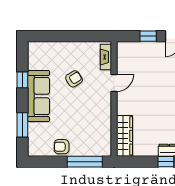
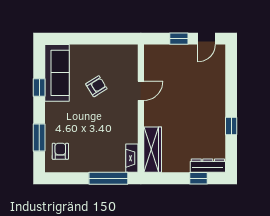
fireplace: (106, 57) -> (132, 158), moved
sofa: (39, 96) -> (57, 73), moved
armchair: (62, 147) -> (60, 151), moved, turned 90

